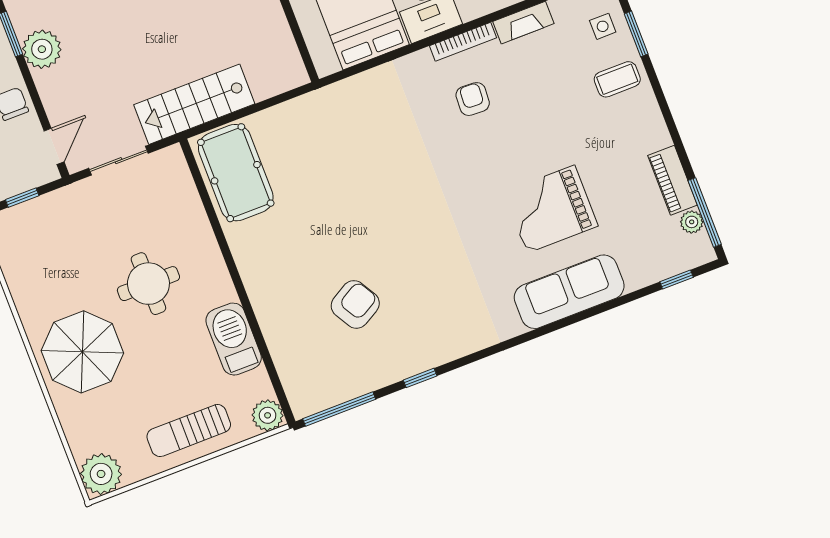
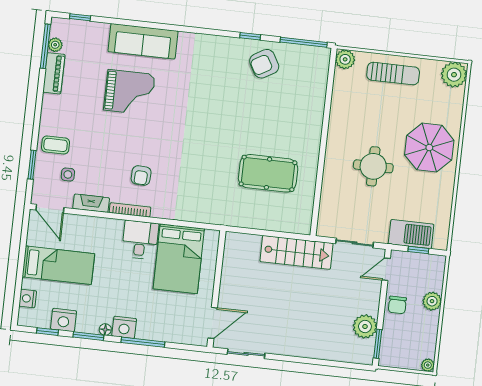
side table: (603, 26) -> (68, 174), moved
pool table: (236, 173) -> (268, 173), moved, turned 90
armchair: (355, 304) -> (264, 64), moved
barbecue: (234, 339) -> (411, 234), moved, turned -90

